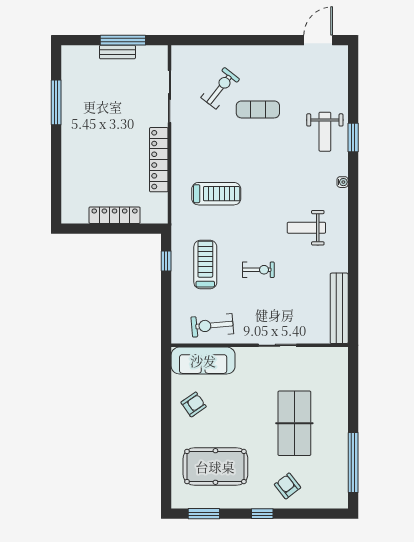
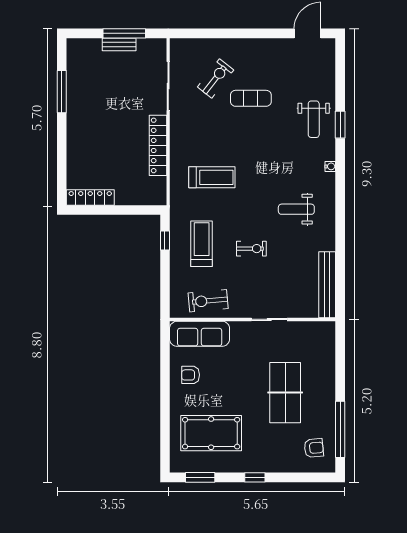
locker: (115, 215) -> (90, 197), moved
armchair: (194, 404) -> (191, 375), turned -145
armchair: (287, 486) -> (314, 448), moved, turned 123

